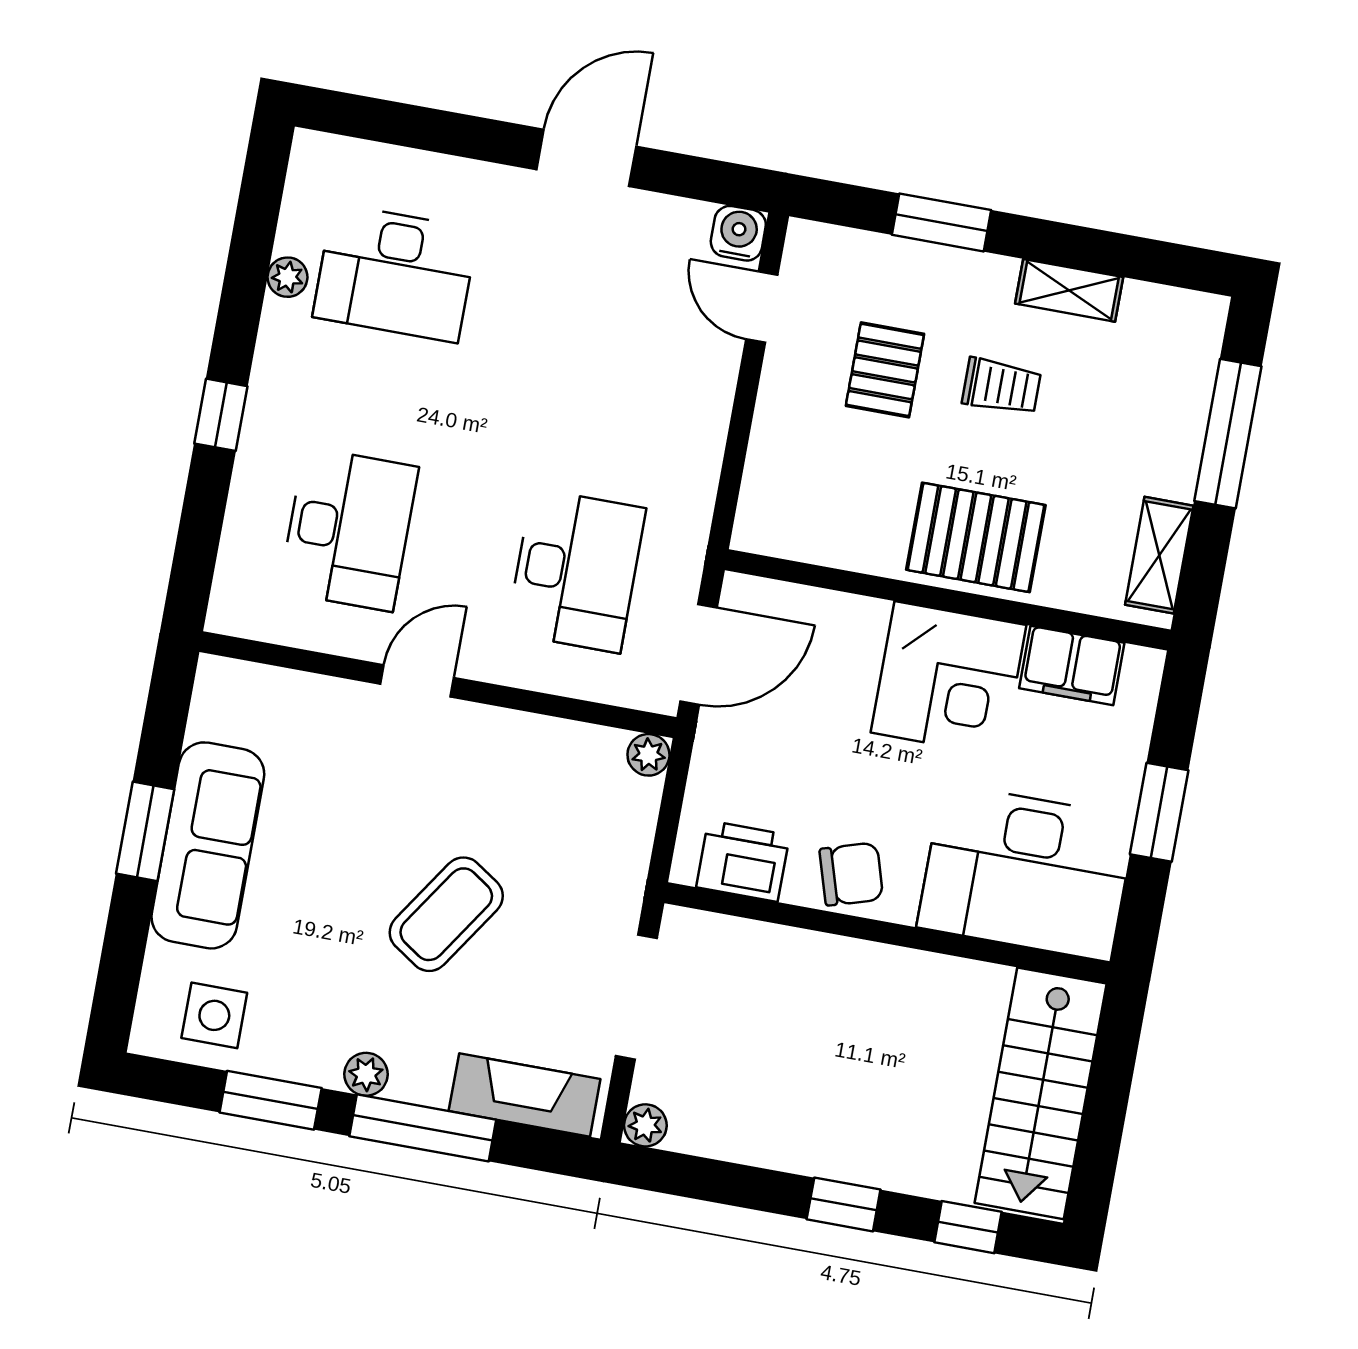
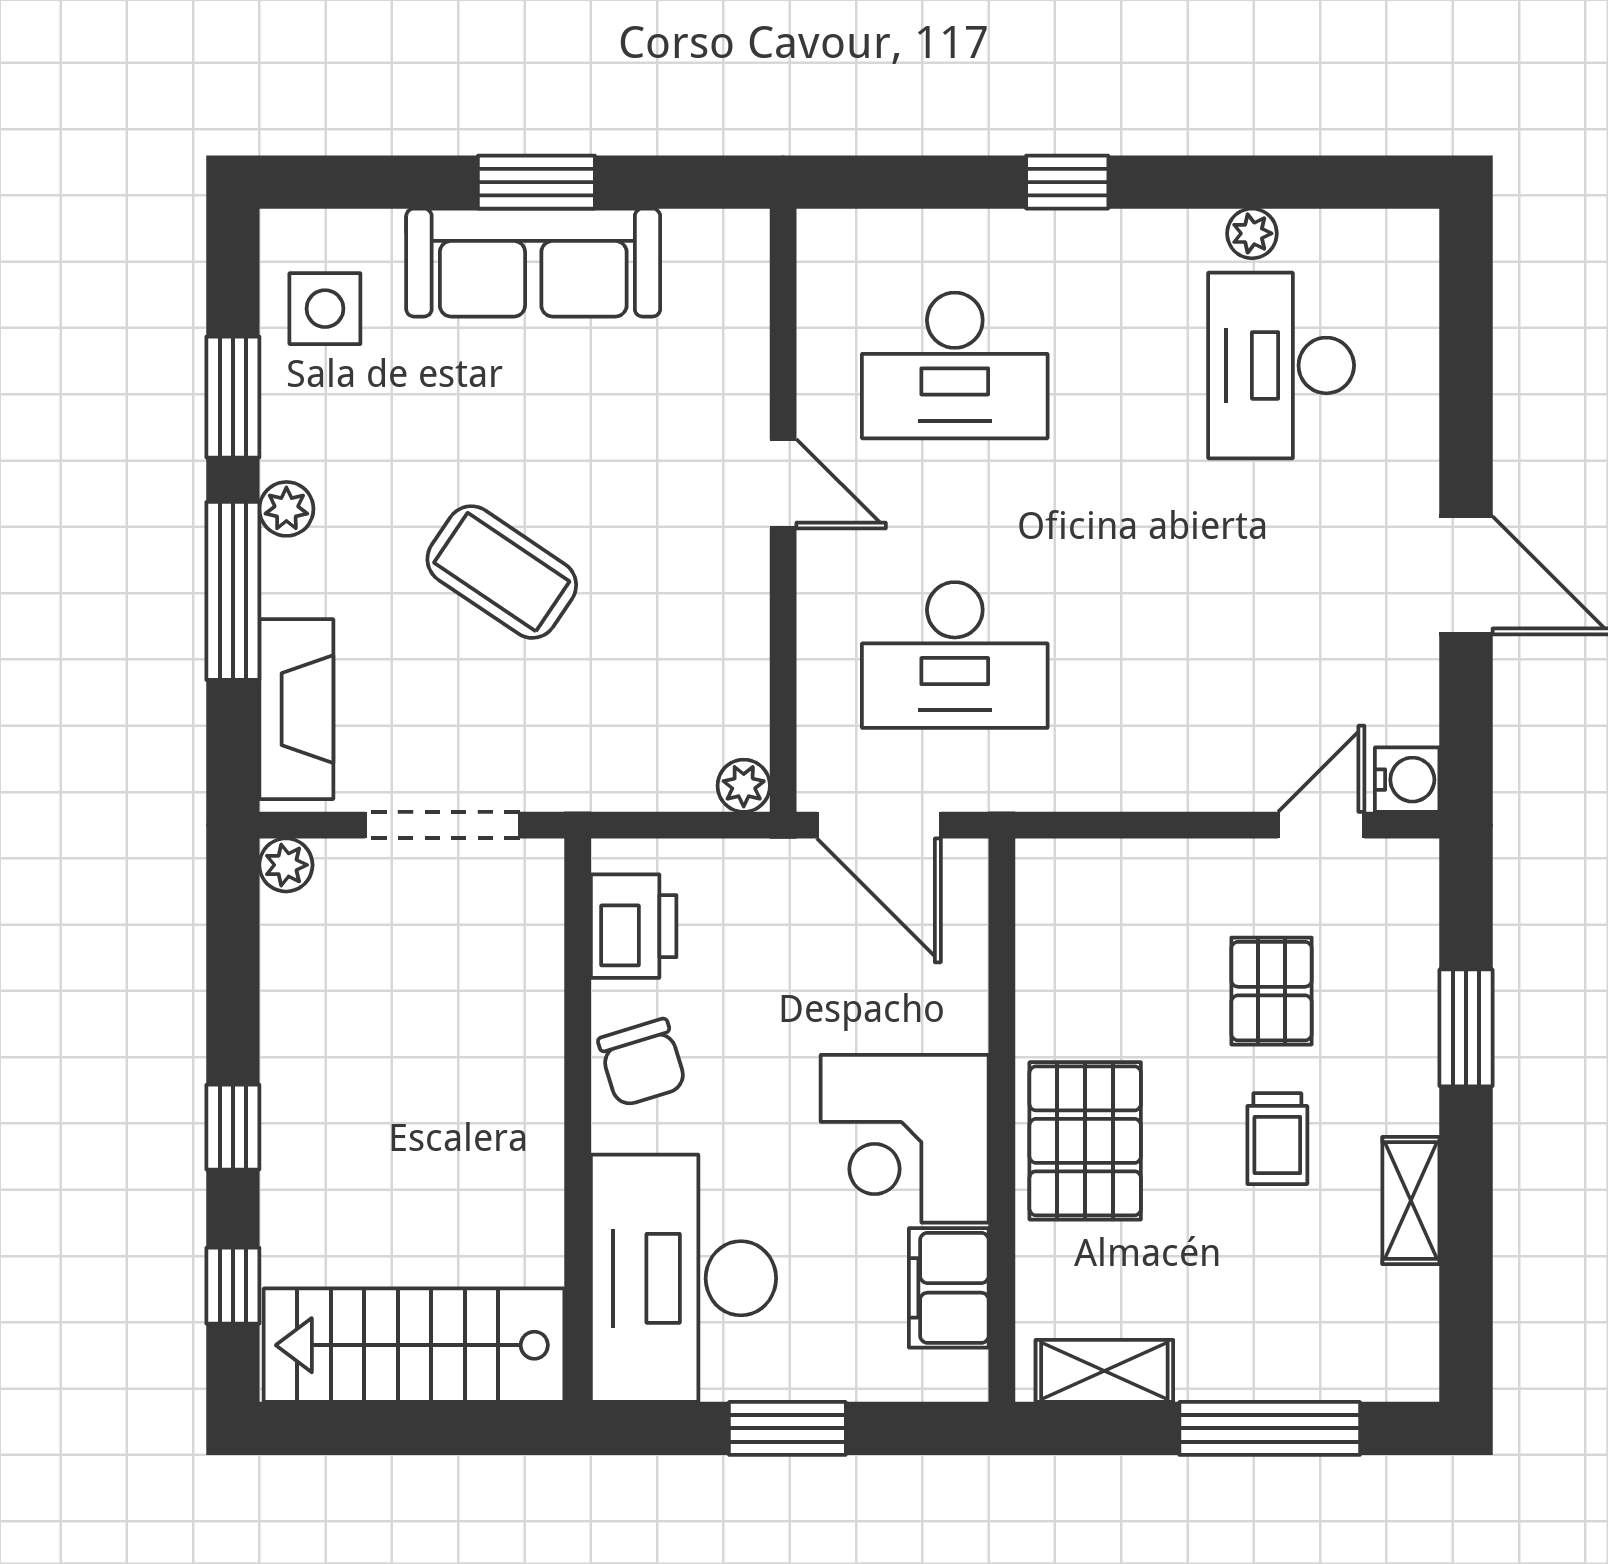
pallet: (885, 370) -> (1271, 991), turned 90

